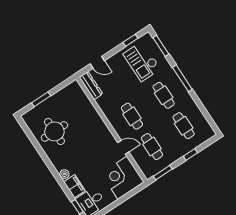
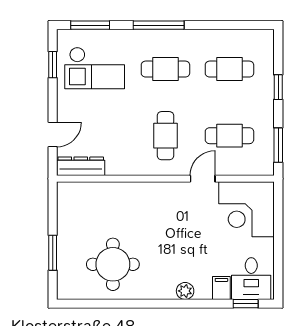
cafe table: (132, 116) -> (165, 136), turned 90
filing cabinet: (74, 186) -> (221, 288), width x0.50

